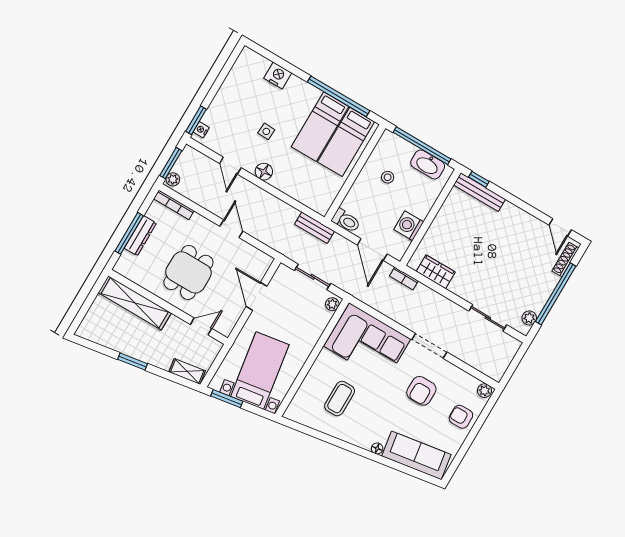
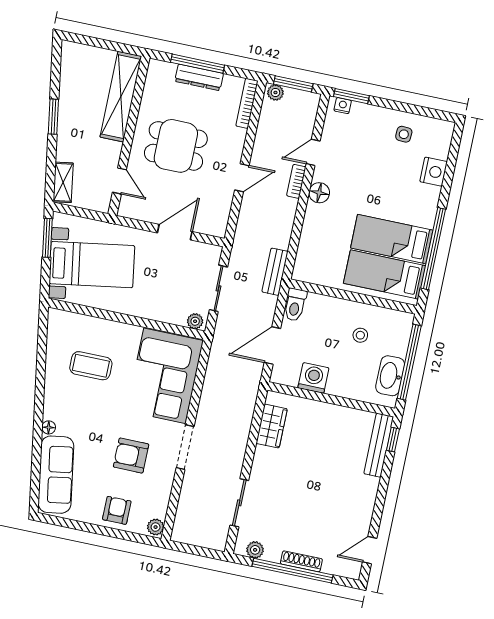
side table: (266, 131) -> (404, 134), moved
shoe rack: (565, 259) -> (301, 561), moved
bookcase: (404, 278) -> (296, 181), moved

